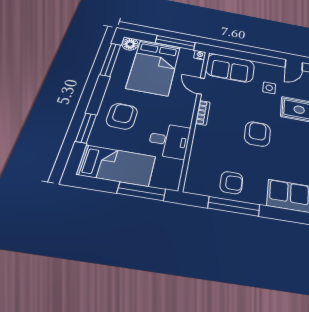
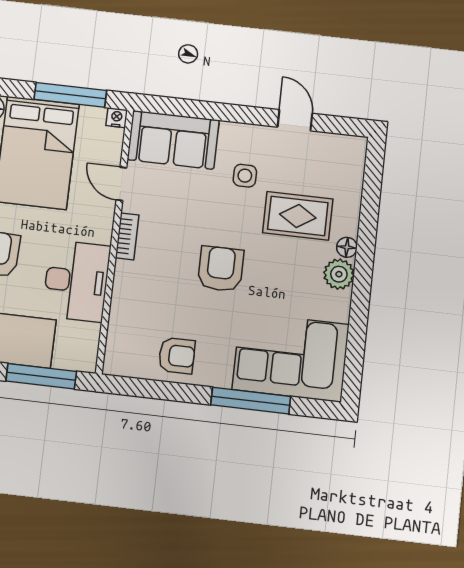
door: (294, 65) -> (295, 120), swing flipped
desk: (169, 141) -> (76, 281), width x1.37
window: (234, 206) -> (251, 401), moved

